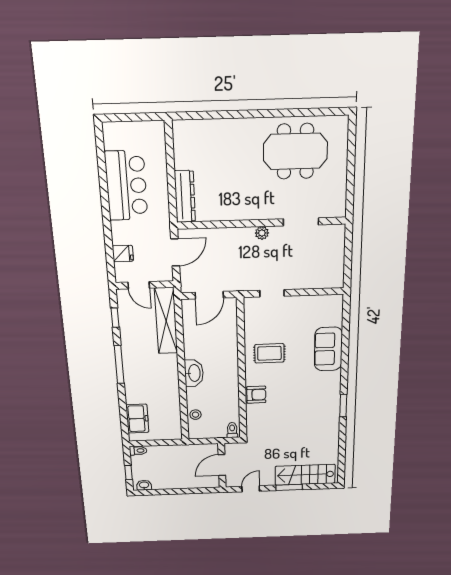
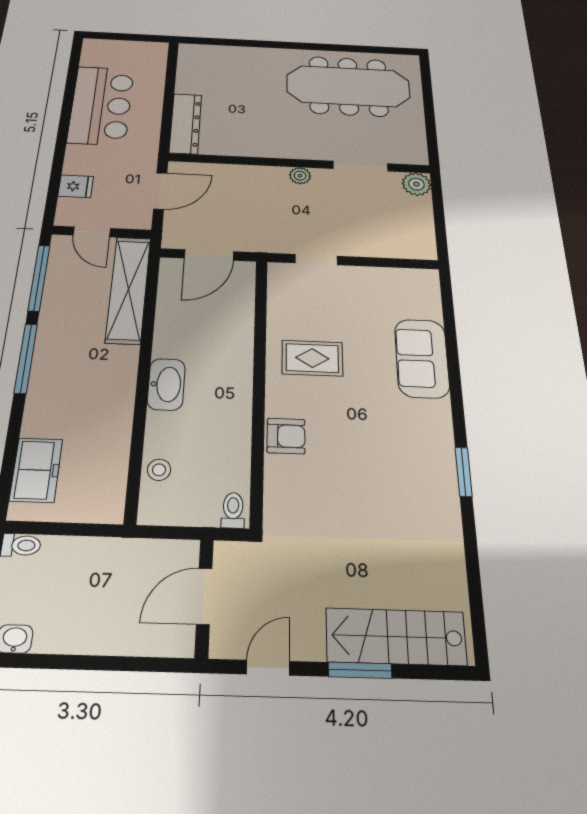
meeting table: (295, 151) -> (348, 86), width x1.36
plant: (336, 233) -> (416, 184), added
window: (115, 318) -> (39, 278), width x2.17

